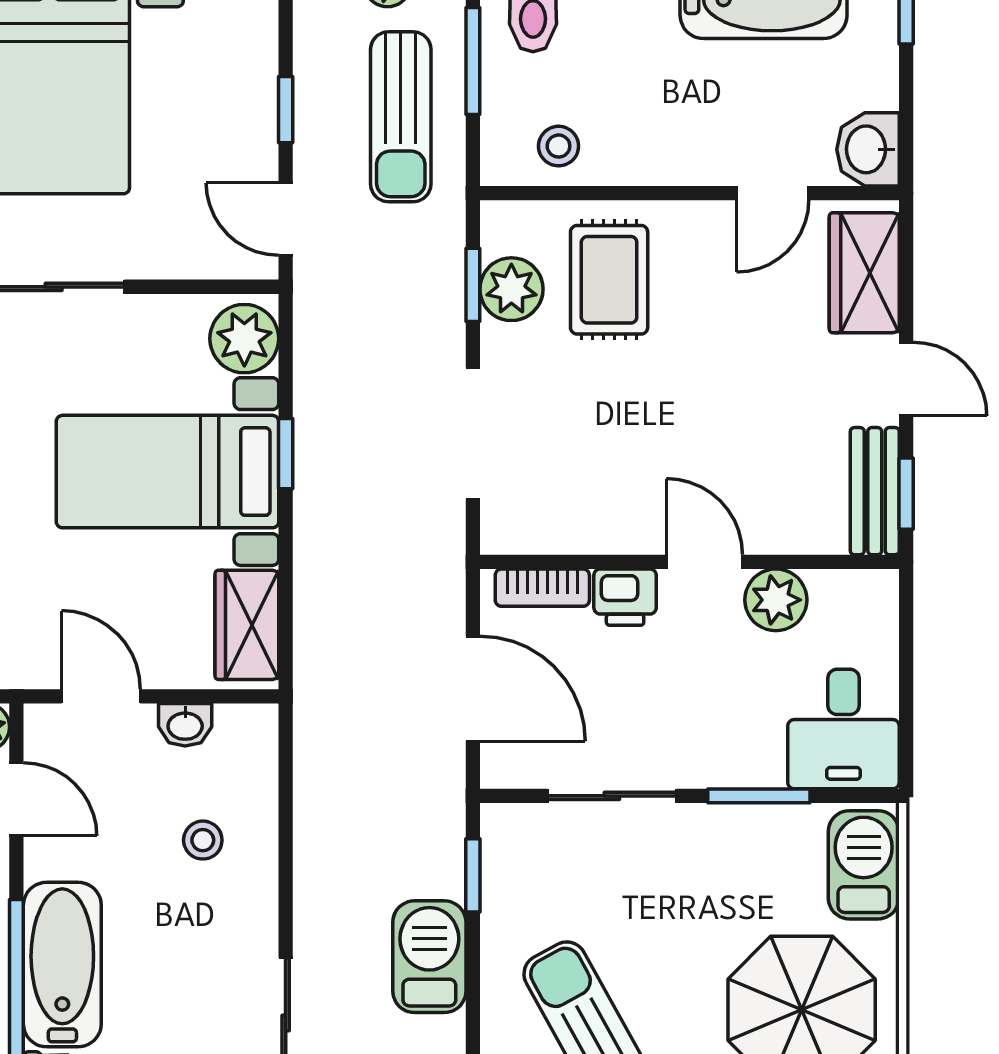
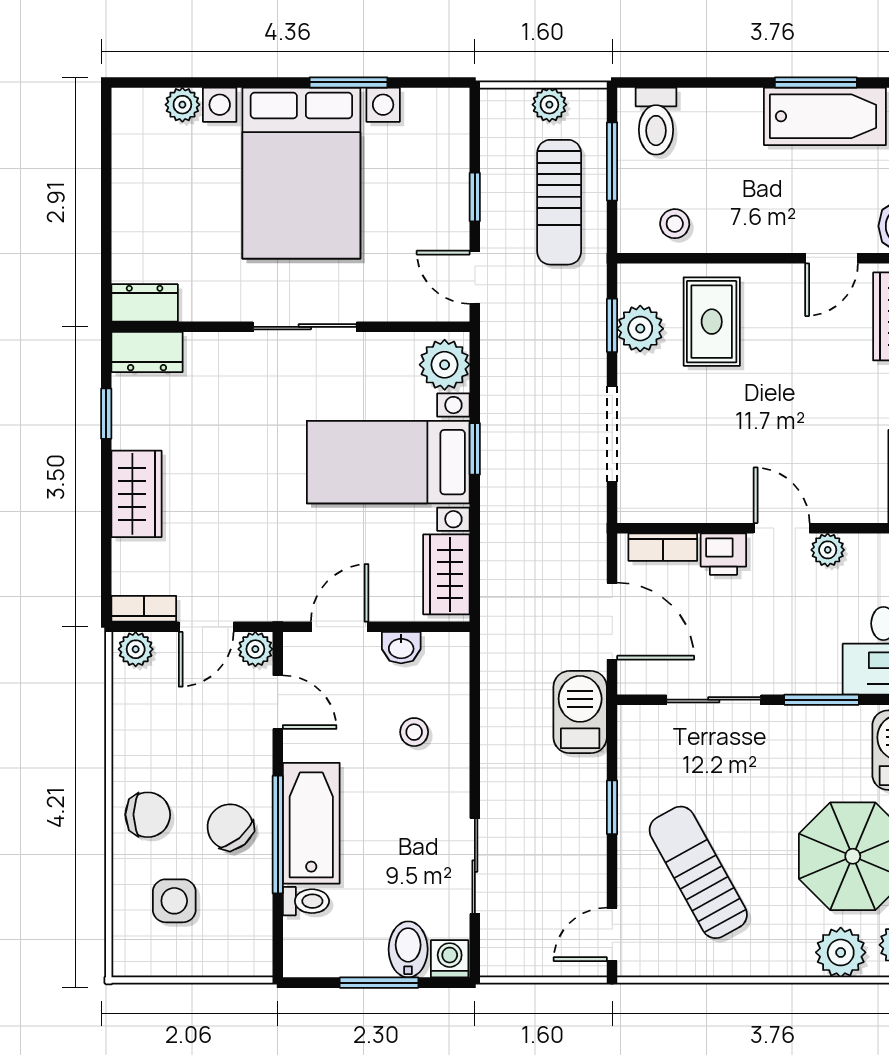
plant: (776, 600) -> (828, 550), width x0.73, depth x0.73
door: (101, 696) -> (340, 627), hinge flipped
window: (473, 875) -> (612, 807), moved
barbecue: (429, 957) -> (580, 712), moved

